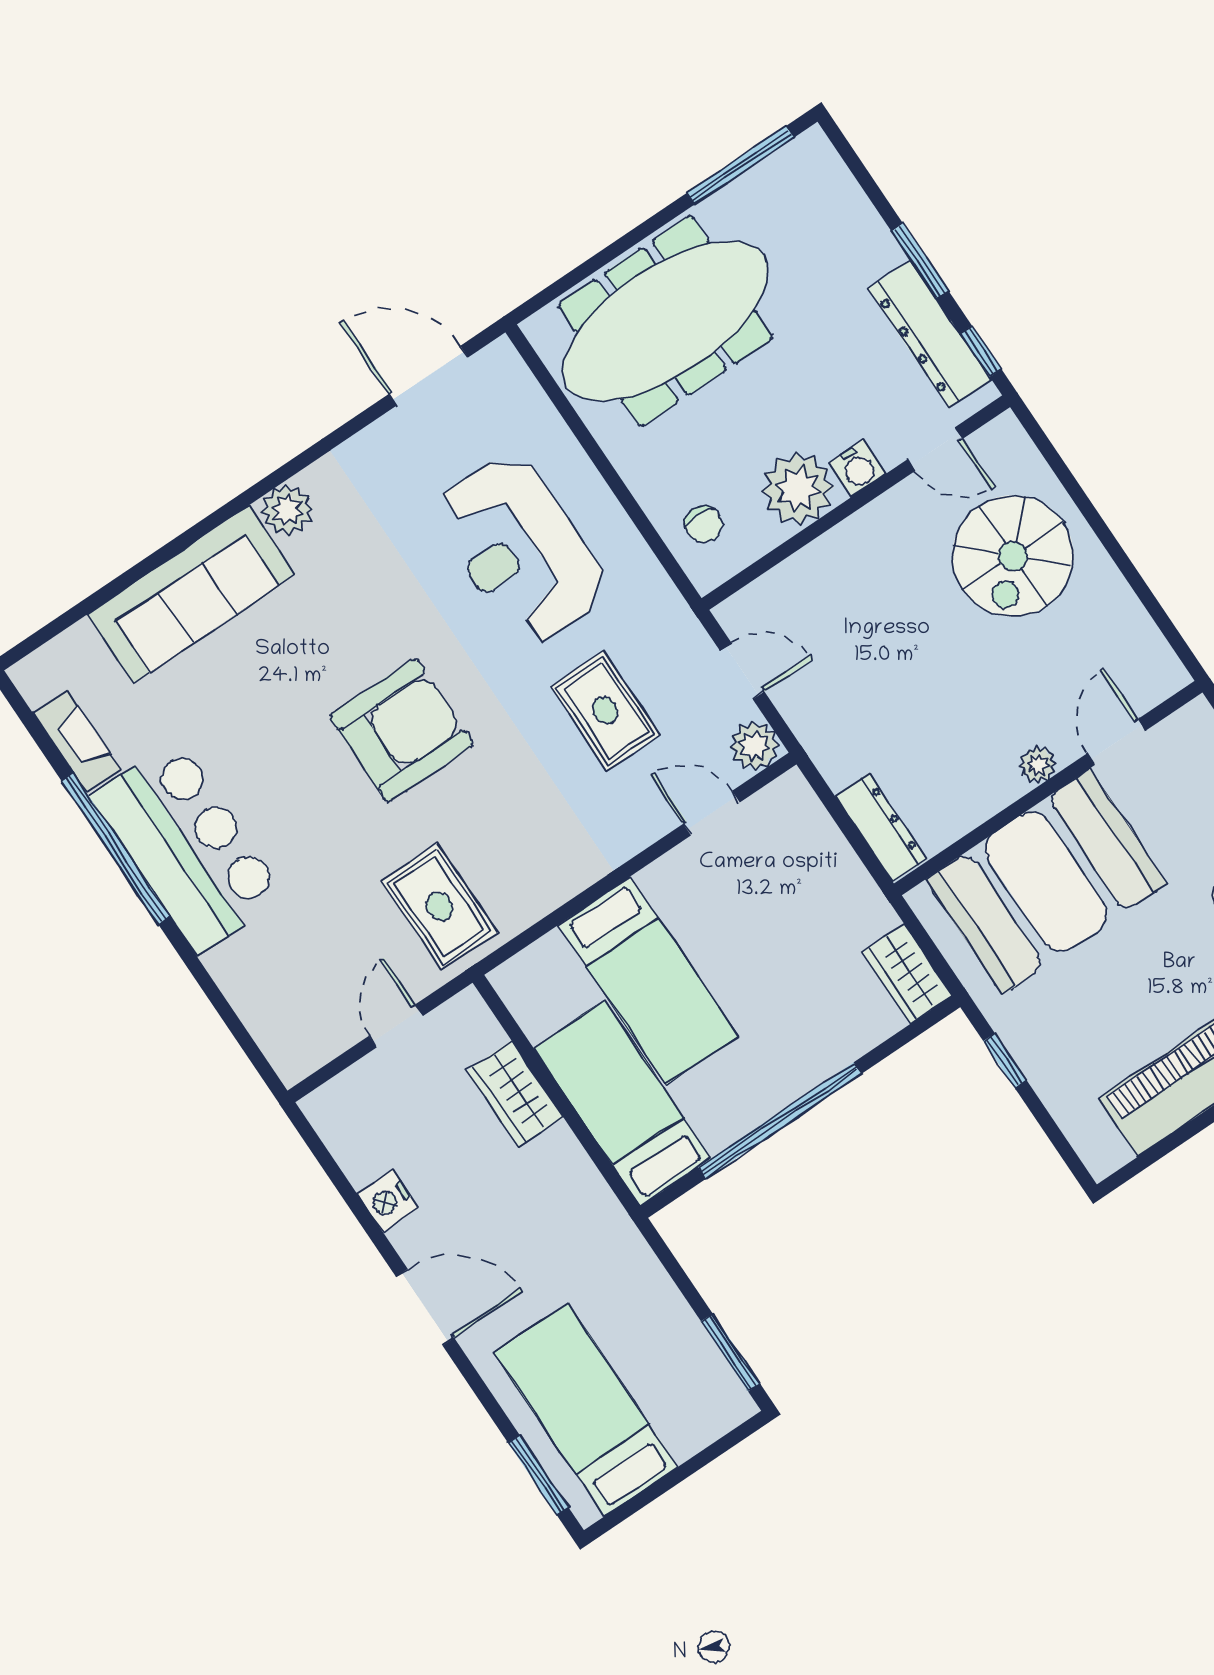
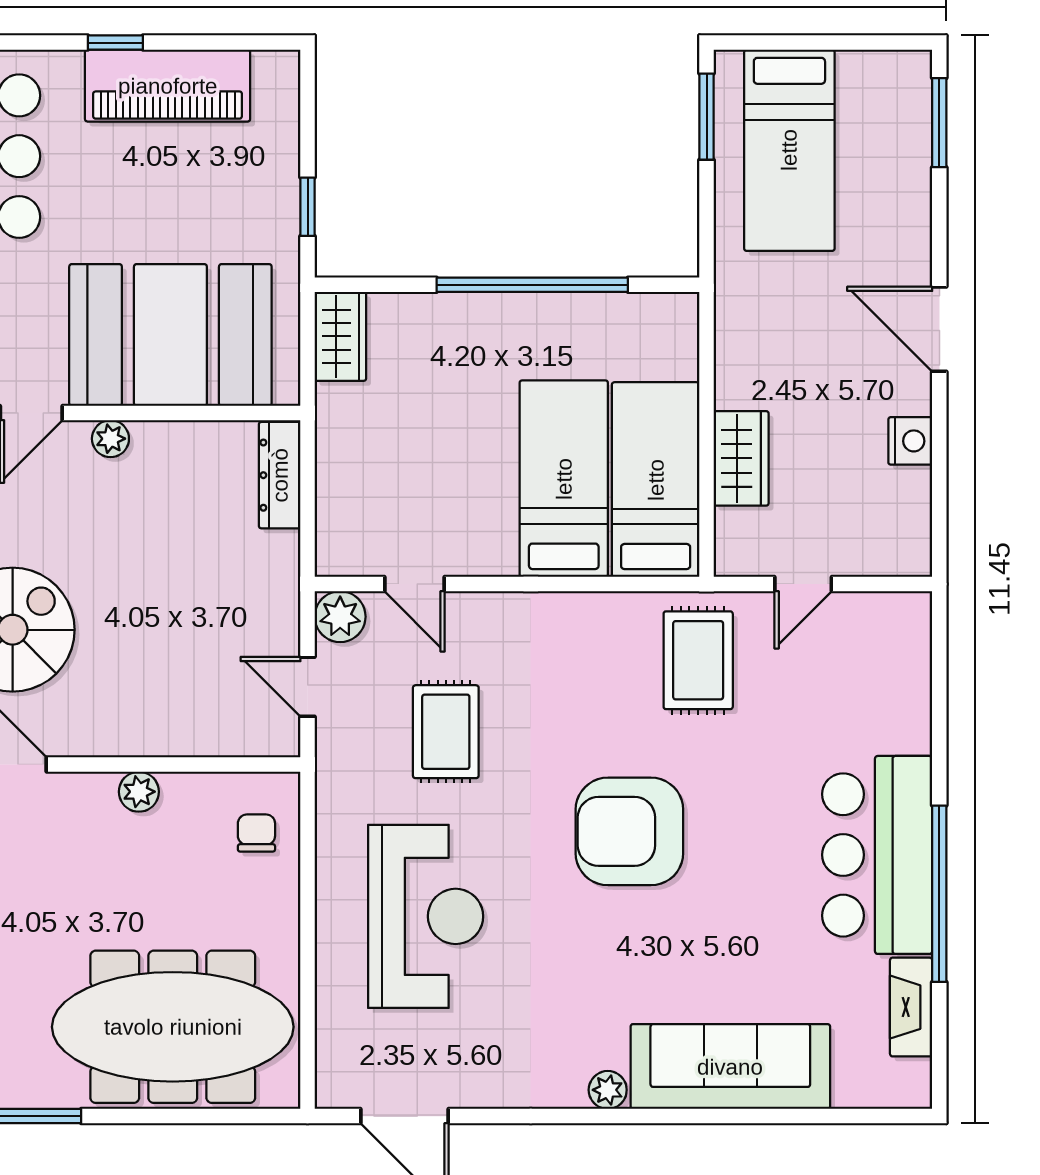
water cooler: (857, 468) -> (94, 793), removed
plant: (798, 489) -> (139, 792), width x0.53, depth x0.53
plant: (287, 510) -> (608, 1090), width x0.73, depth x0.73
bed: (622, 1103) -> (656, 480), moved, turned 180
bed: (586, 1410) -> (789, 150), moved

